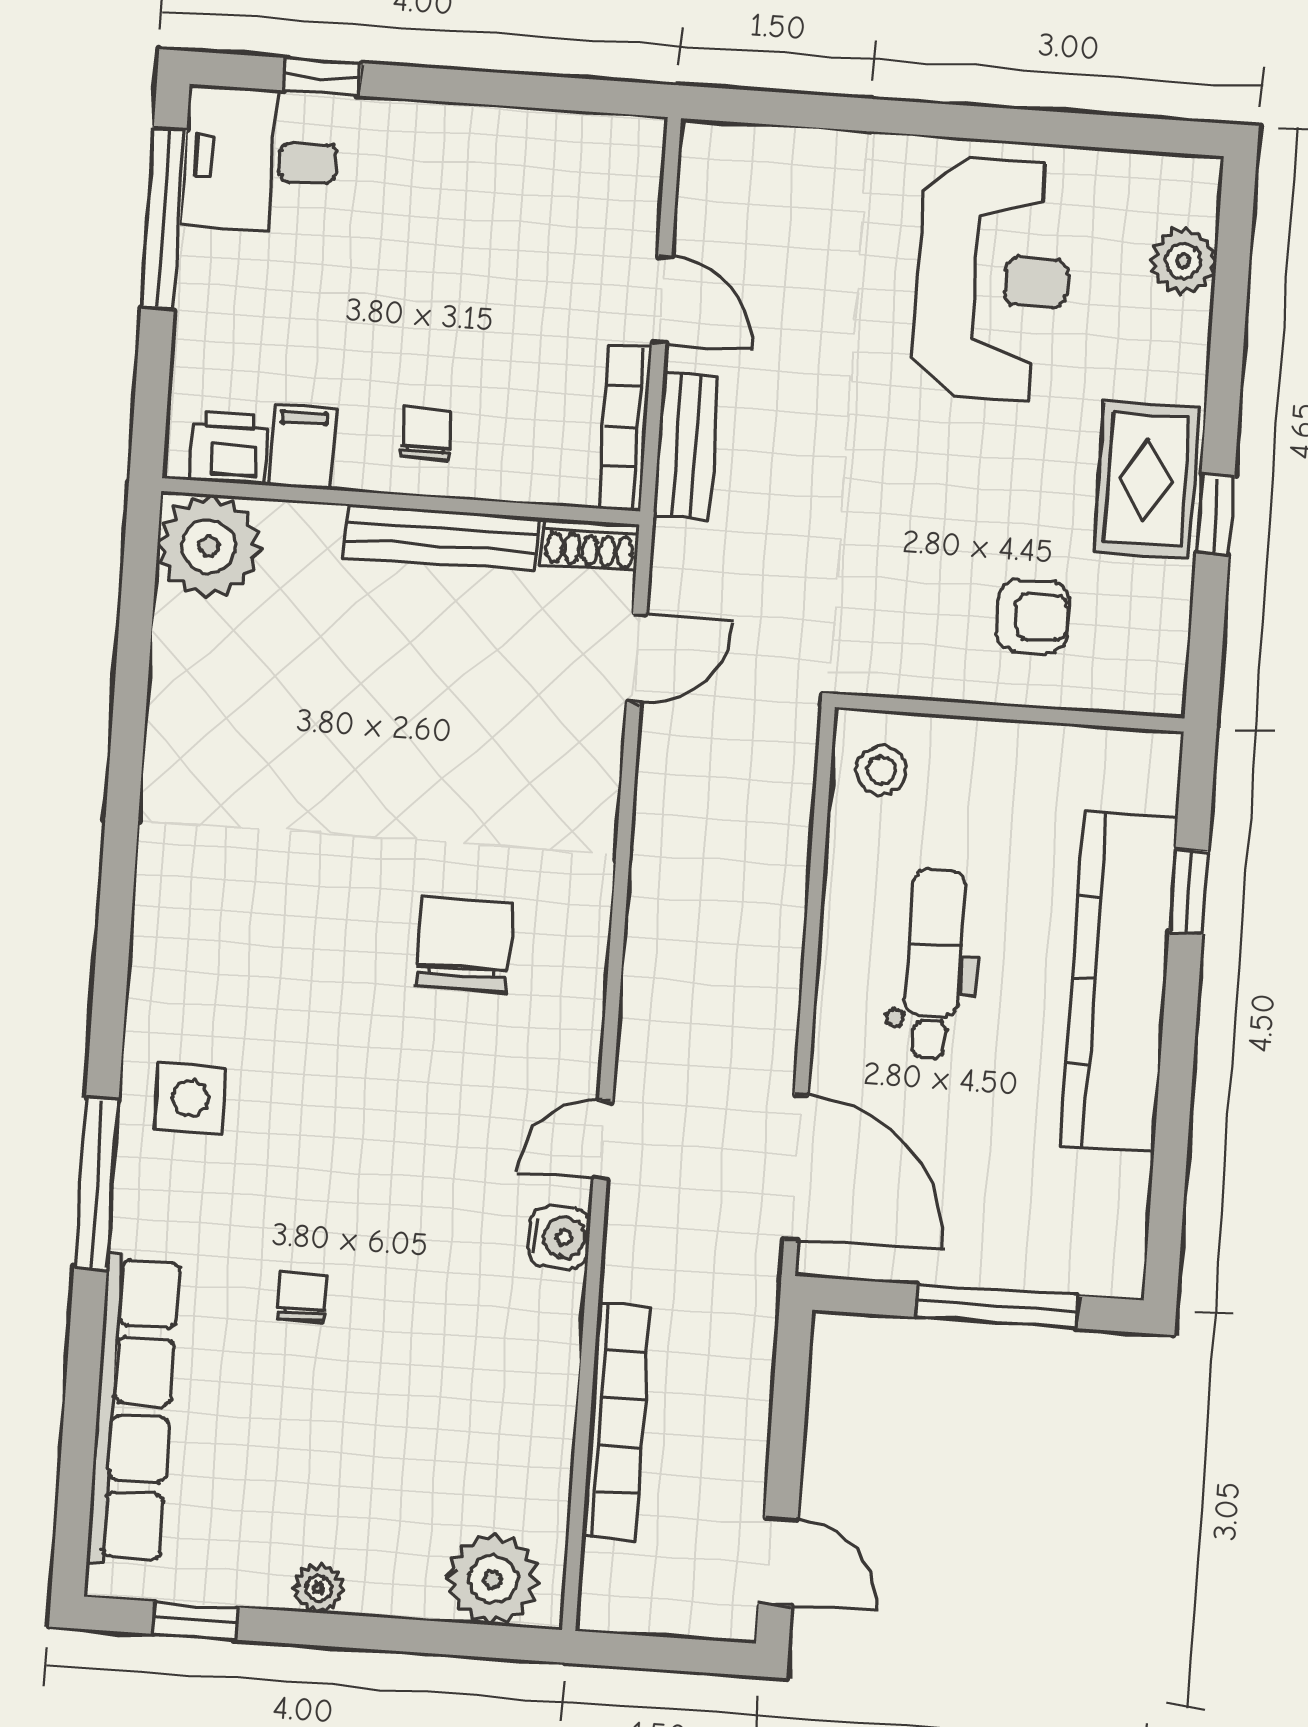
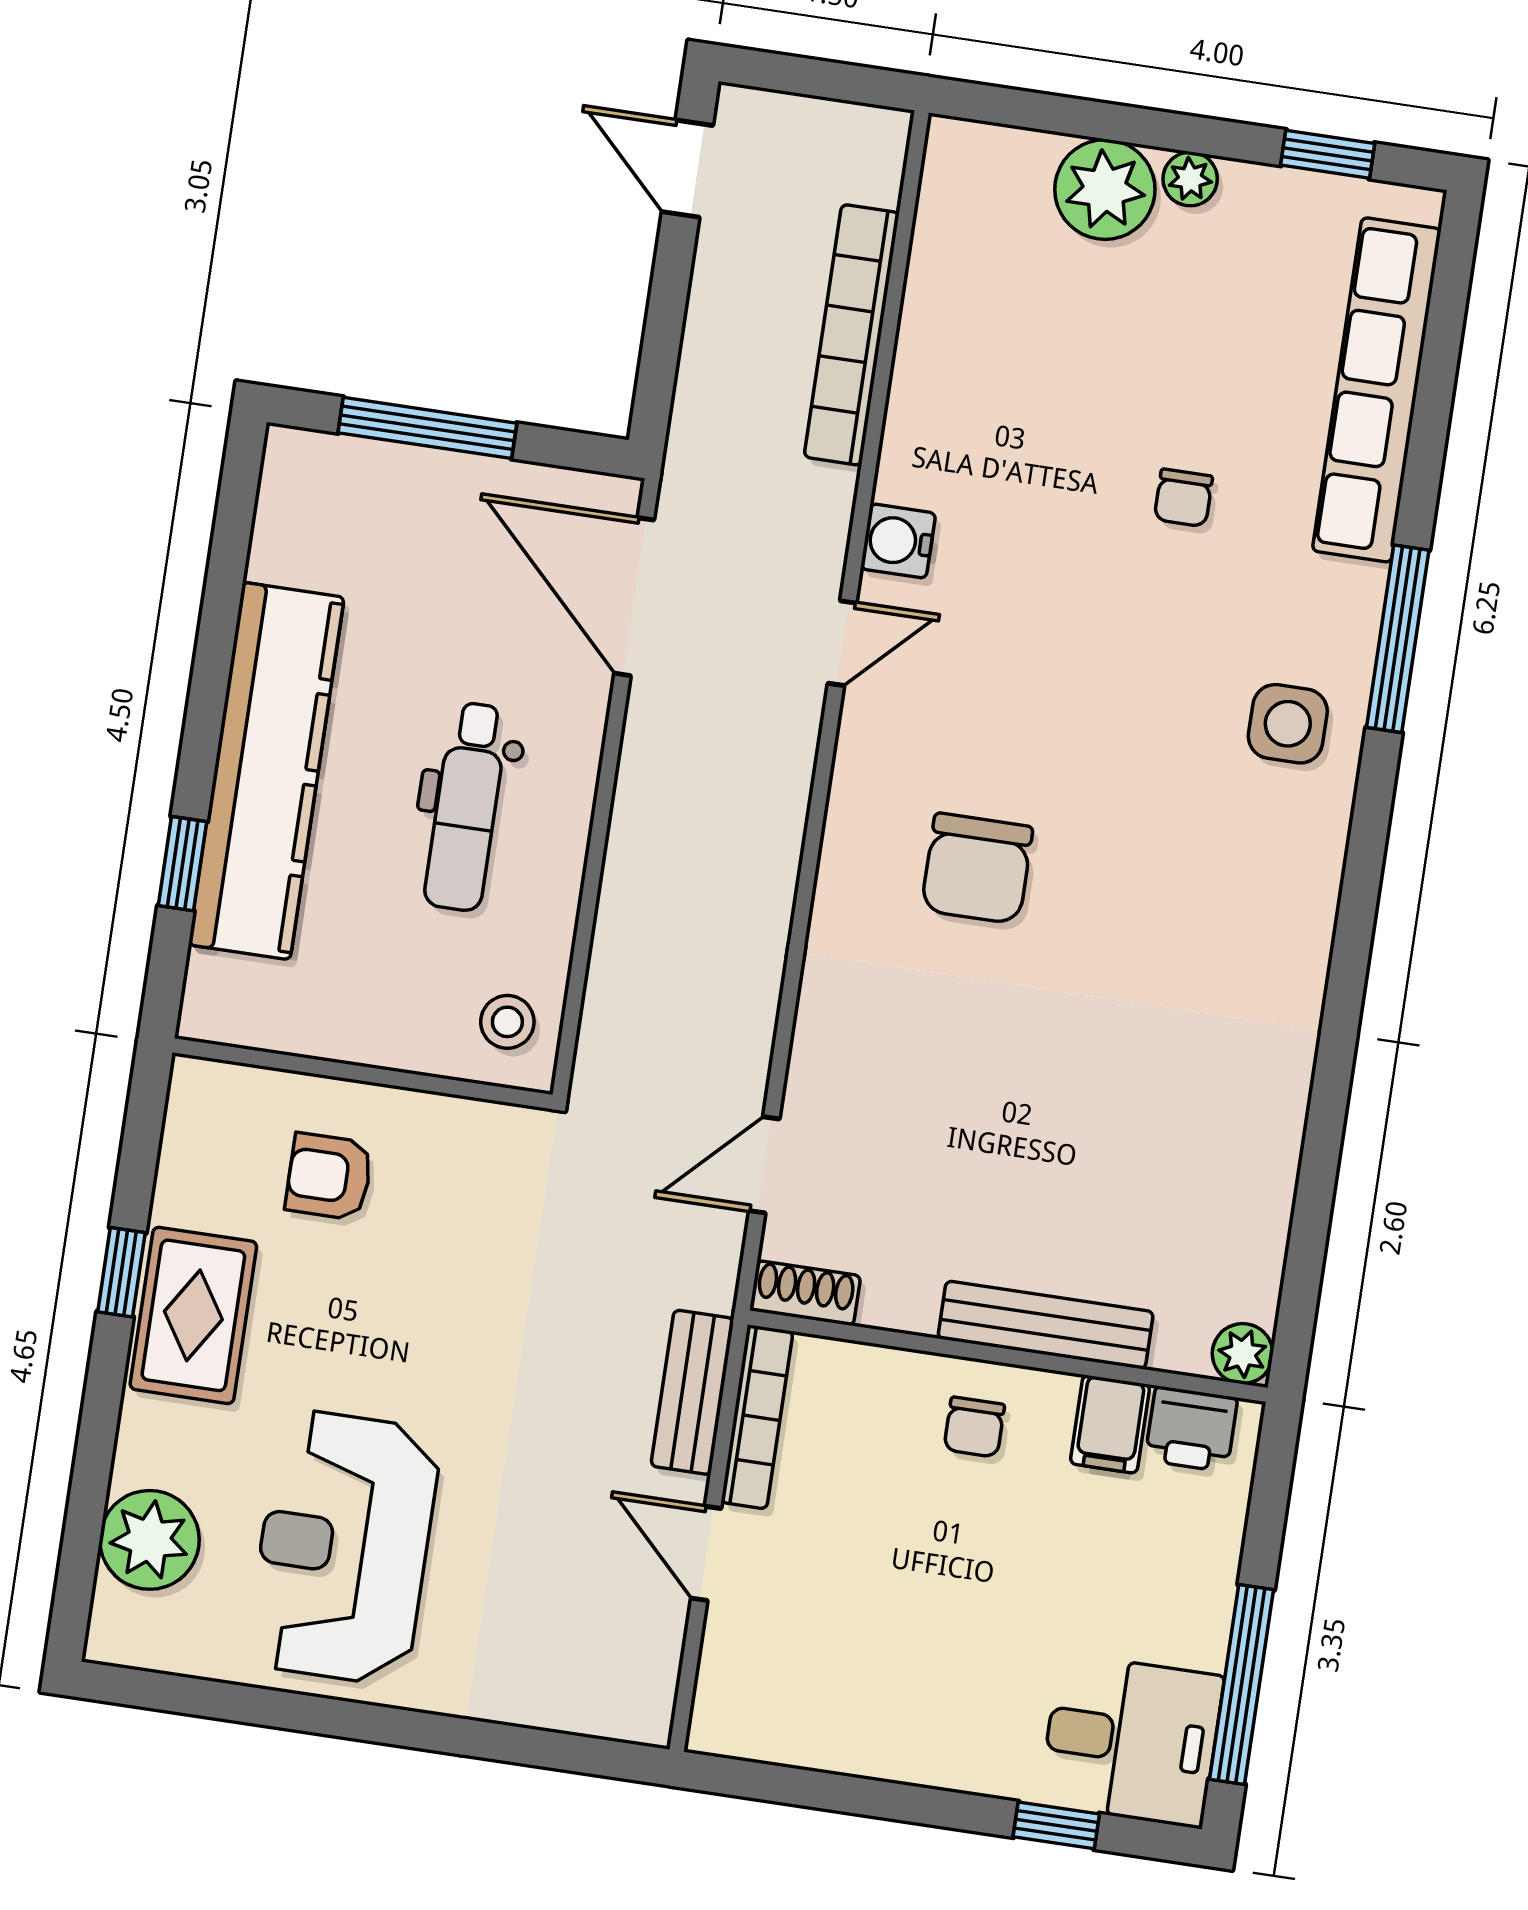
plant: (1183, 261) -> (149, 1540), width x1.36, depth x1.36
bench: (441, 538) -> (1046, 1325), moved
plant: (209, 546) -> (1243, 1354), width x0.53, depth x0.53
plant: (493, 1579) -> (1105, 190), moved

